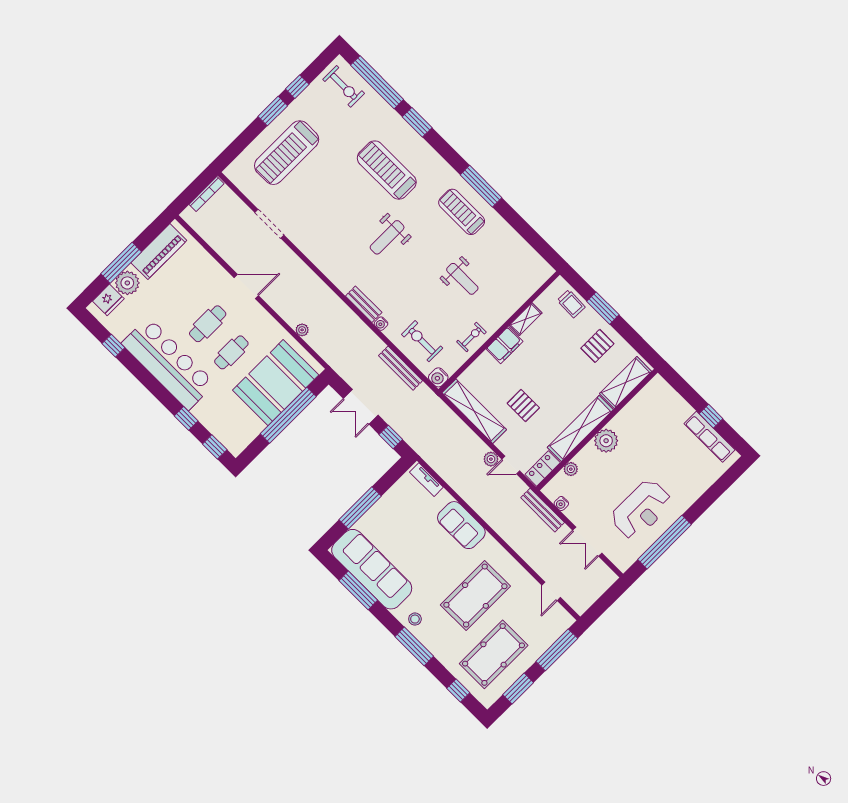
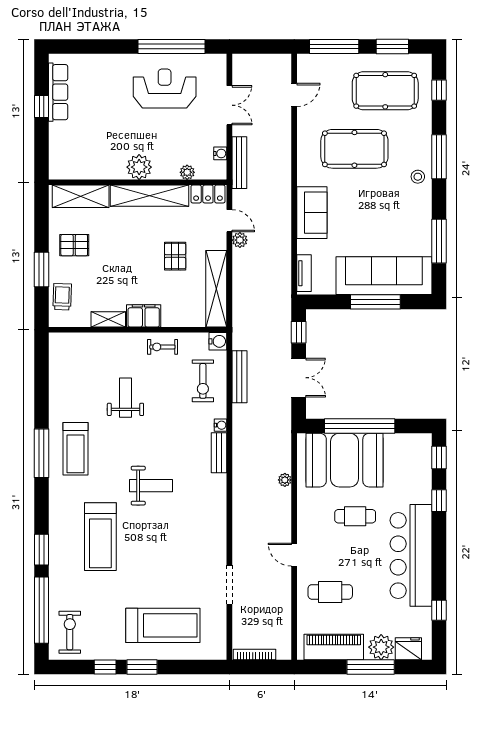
door: (246, 287) -> (294, 555), width x0.73
cafe table: (208, 324) -> (330, 592), moved
sofa: (372, 569) -> (384, 276), moved, turned 90

